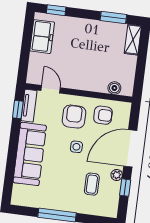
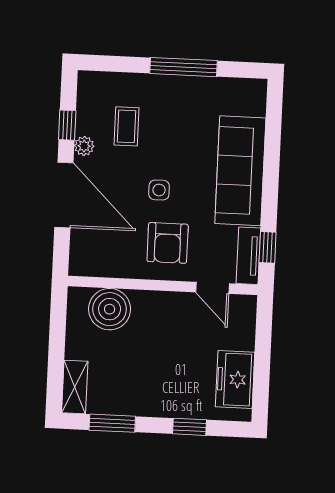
window: (56, 10) -> (190, 427), moved
boiler: (114, 88) -> (110, 309), width x1.86, depth x1.86
armchair: (103, 115) -> (117, 250), removed
door: (130, 148) -> (64, 195), hinge flipped

